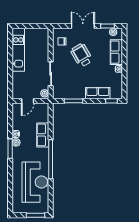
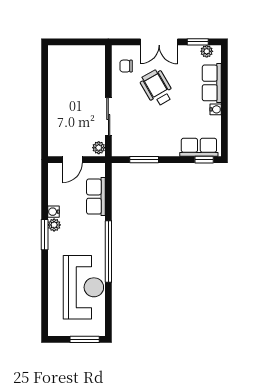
double door: (83, 26) -> (159, 42), swing flipped
kitchen unit: (18, 50) -> (57, 79), removed
row of seats: (98, 93) -> (199, 147), moved
row of seats: (43, 135) -> (96, 197), moved

